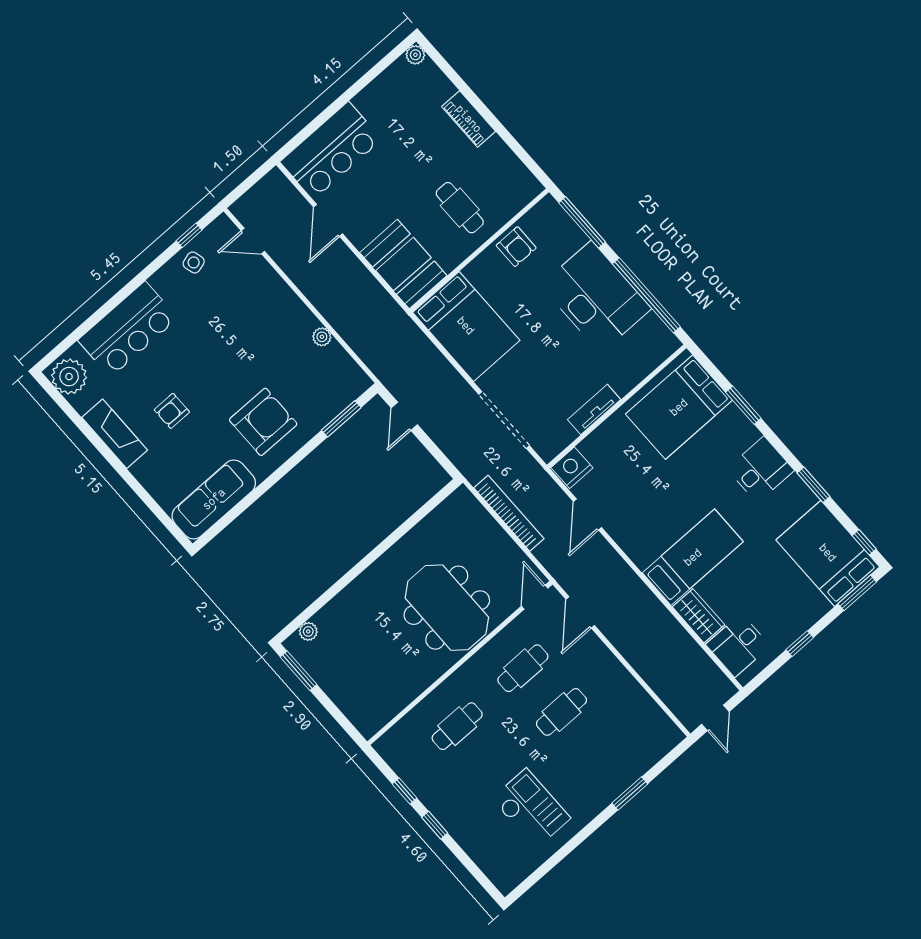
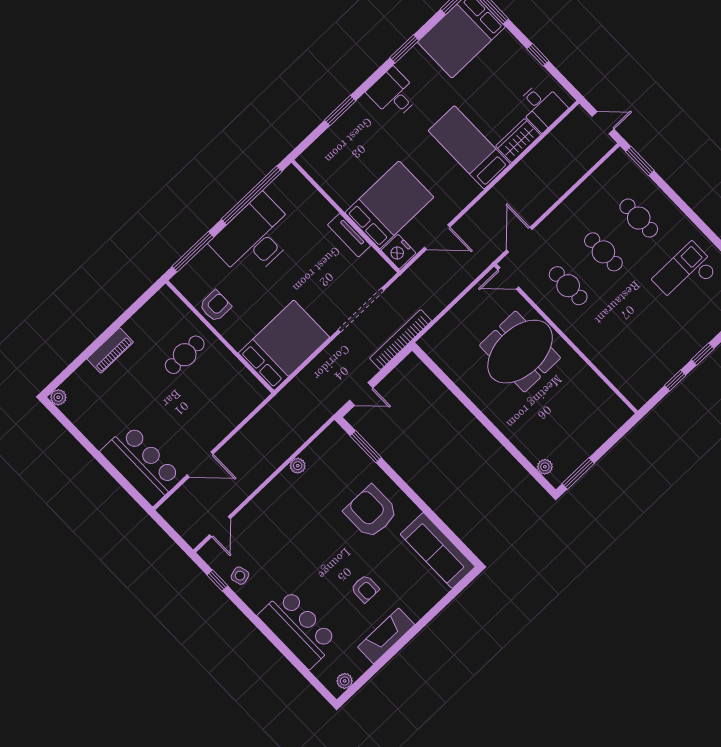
booth: (403, 264) -> (234, 400), removed
plant: (69, 377) -> (345, 681), width x0.53, depth x0.53
bed: (679, 407) -> (389, 205), moved, turned -90
bookcase: (509, 513) -> (401, 340), moved
door: (580, 612) -> (519, 240), swing flipped
cafe table: (457, 726) -> (639, 218), moved
window: (630, 794) -> (640, 161), moved

